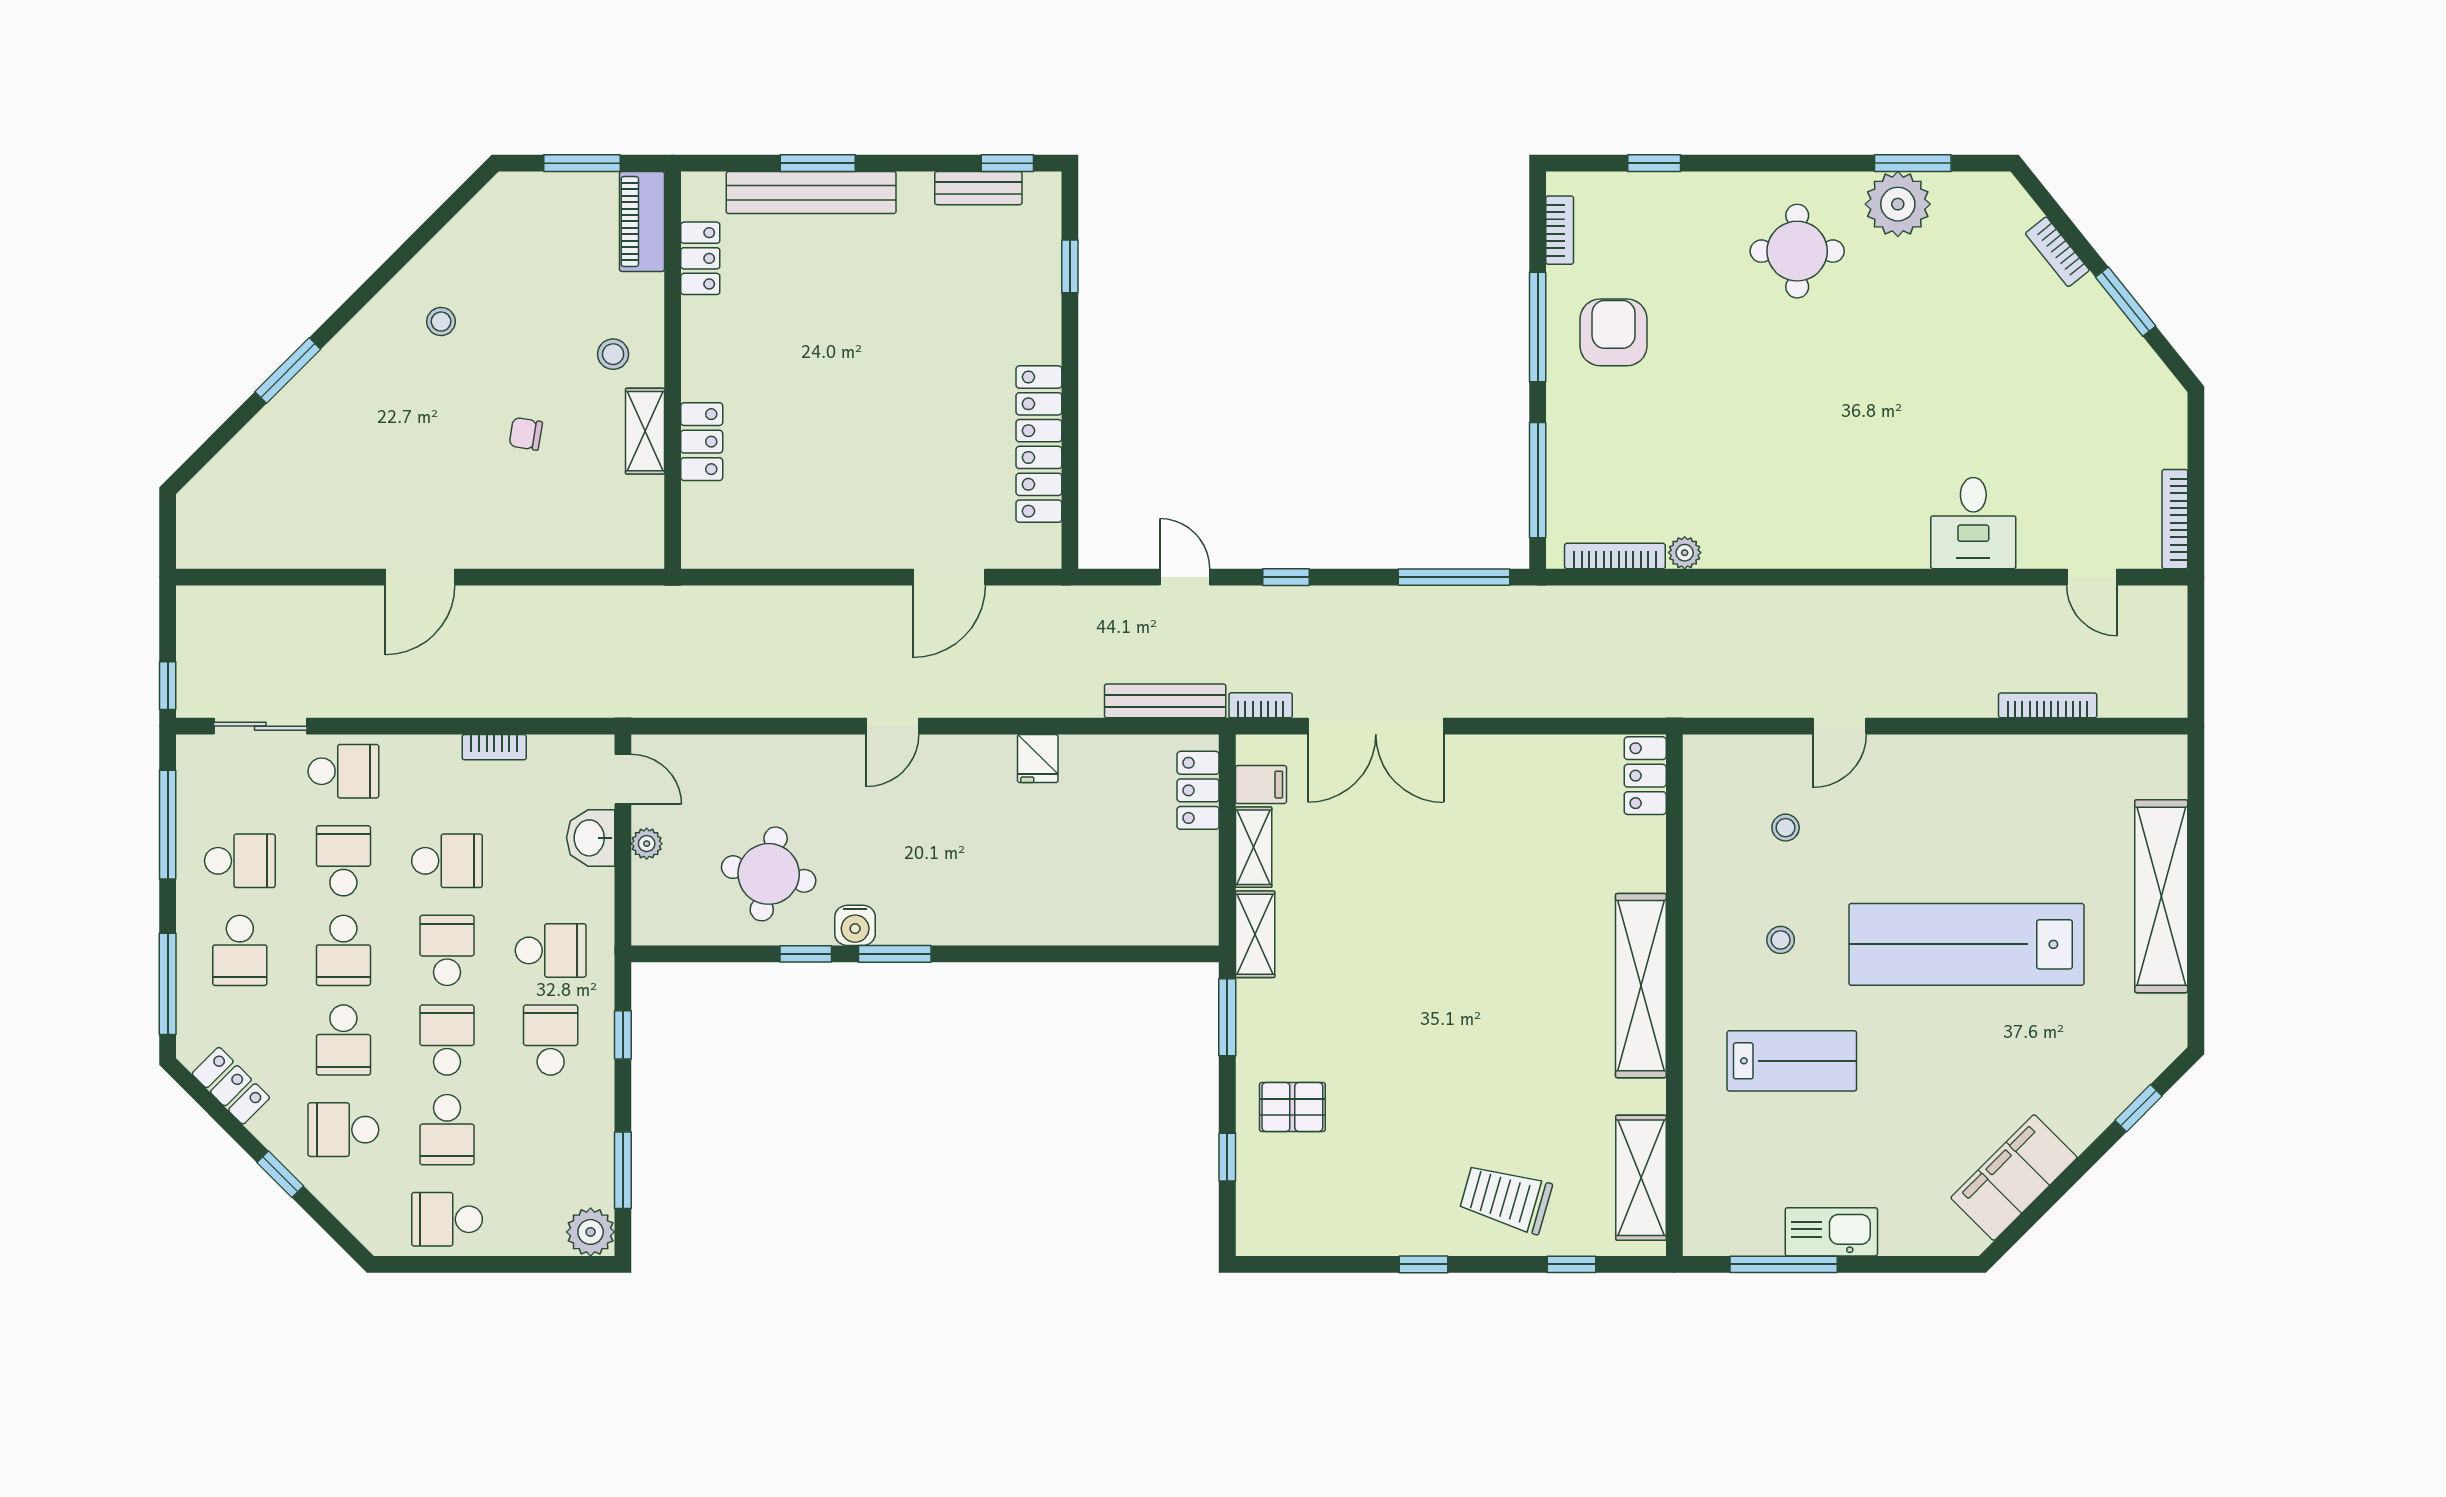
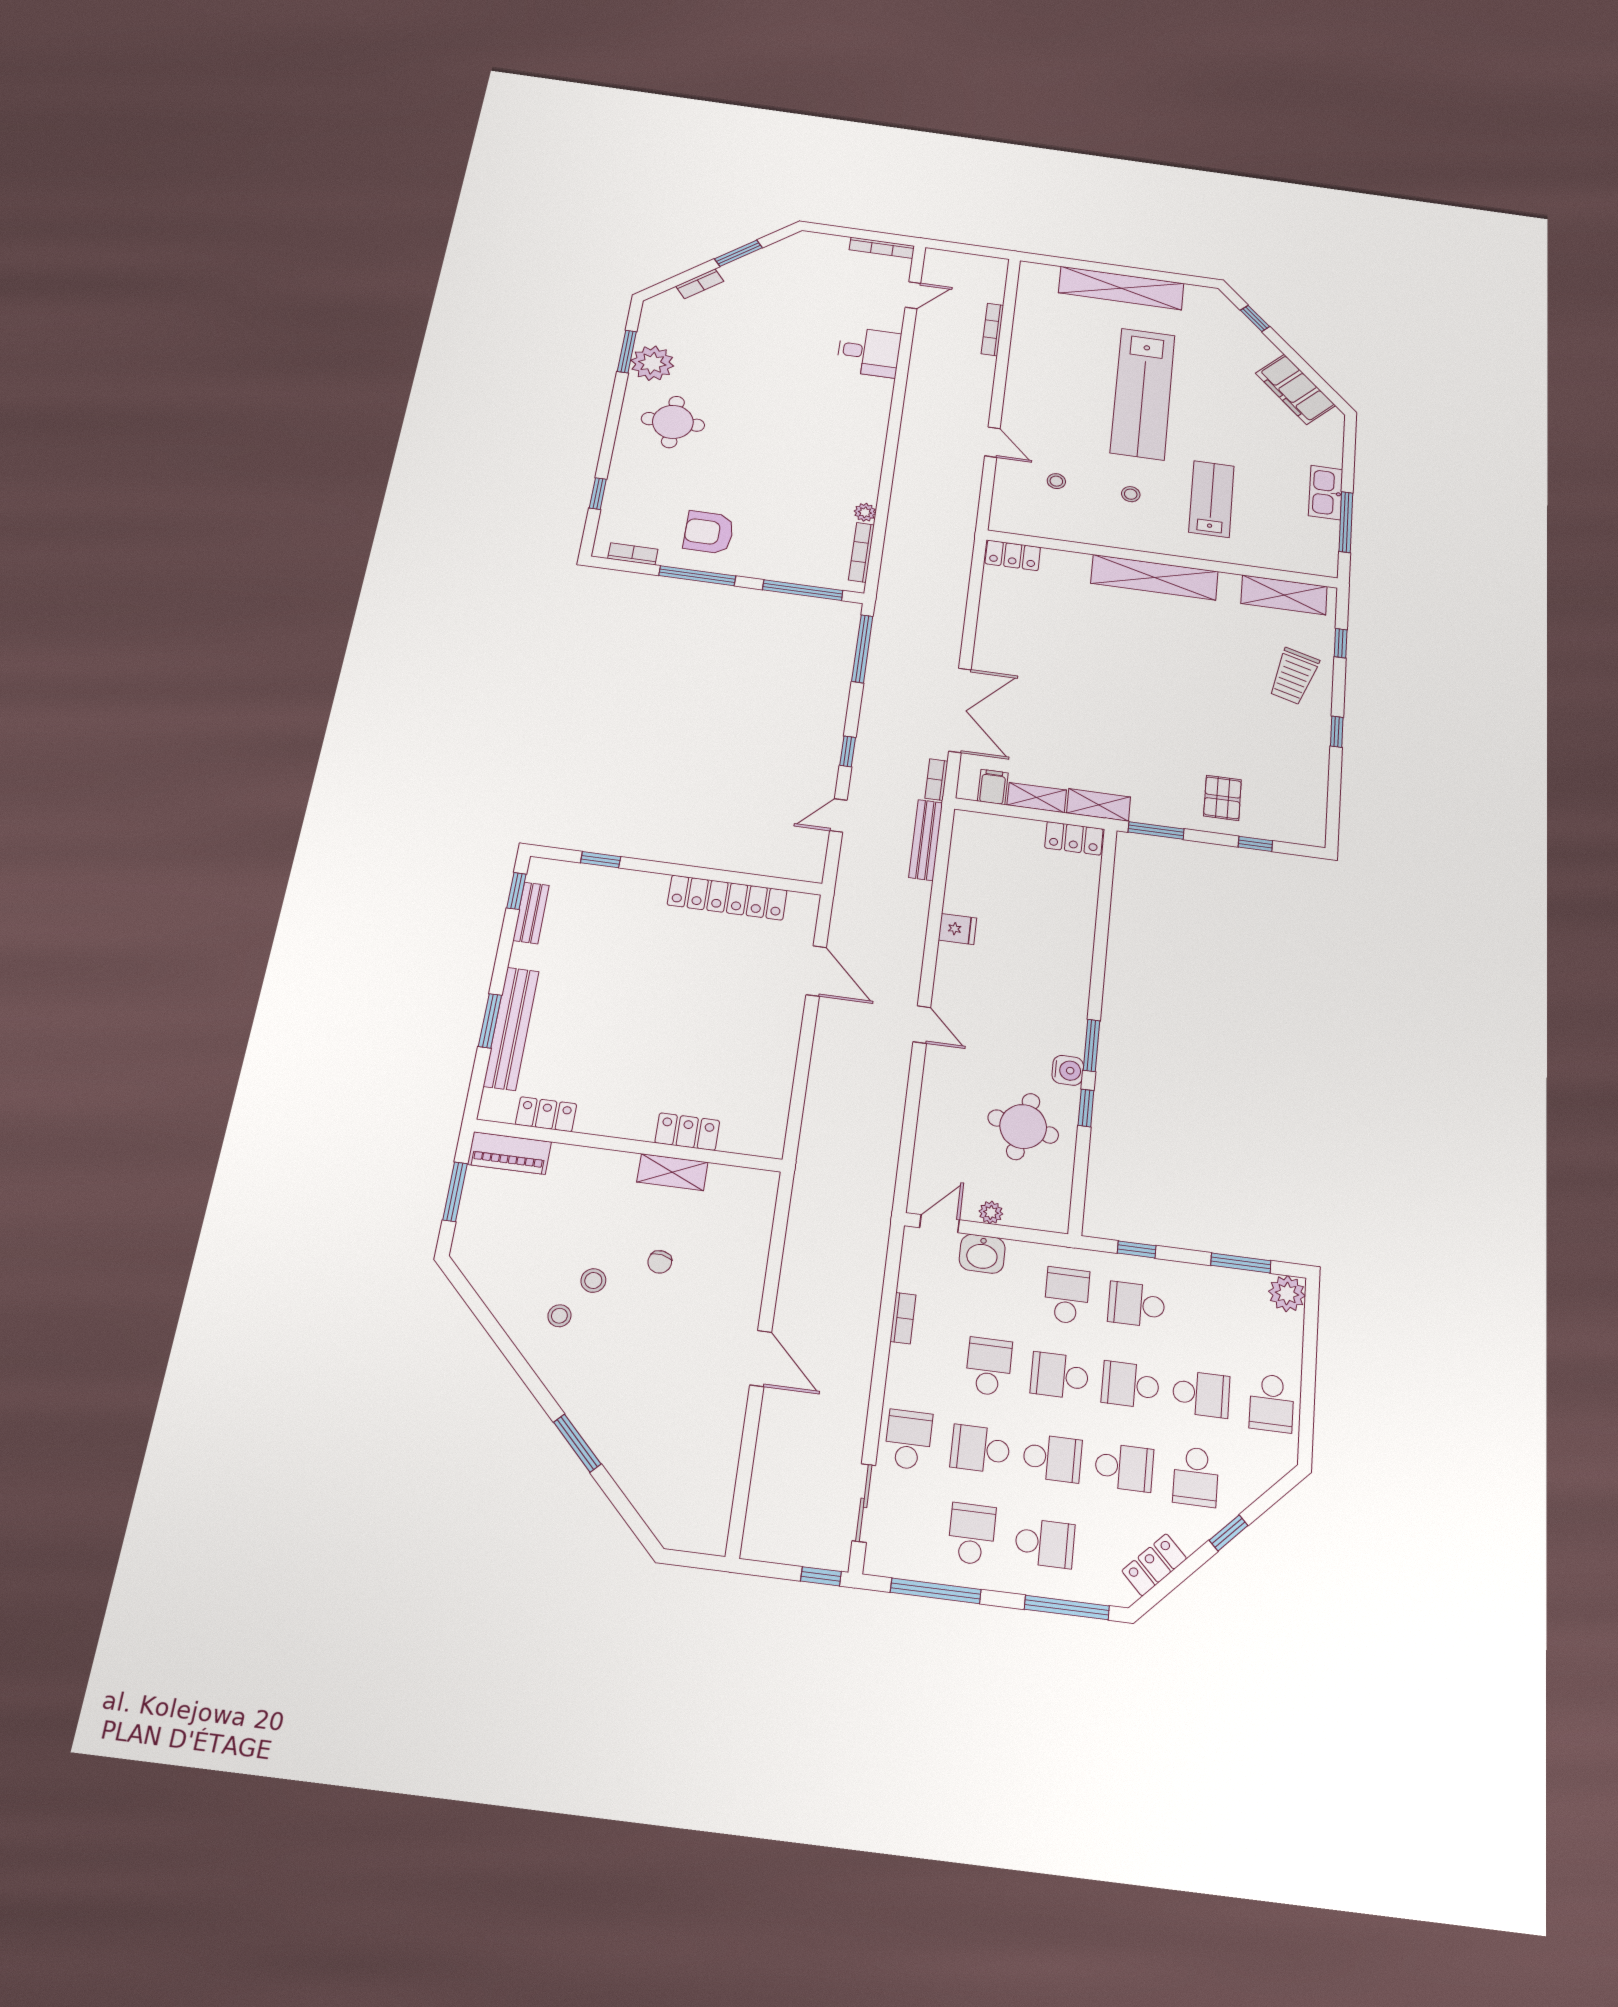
stool: (613, 354) -> (593, 1281), moved
locker: (1198, 790) -> (1074, 838), moved

